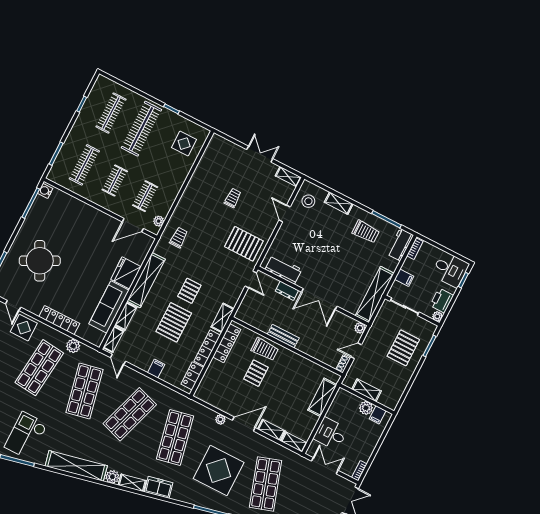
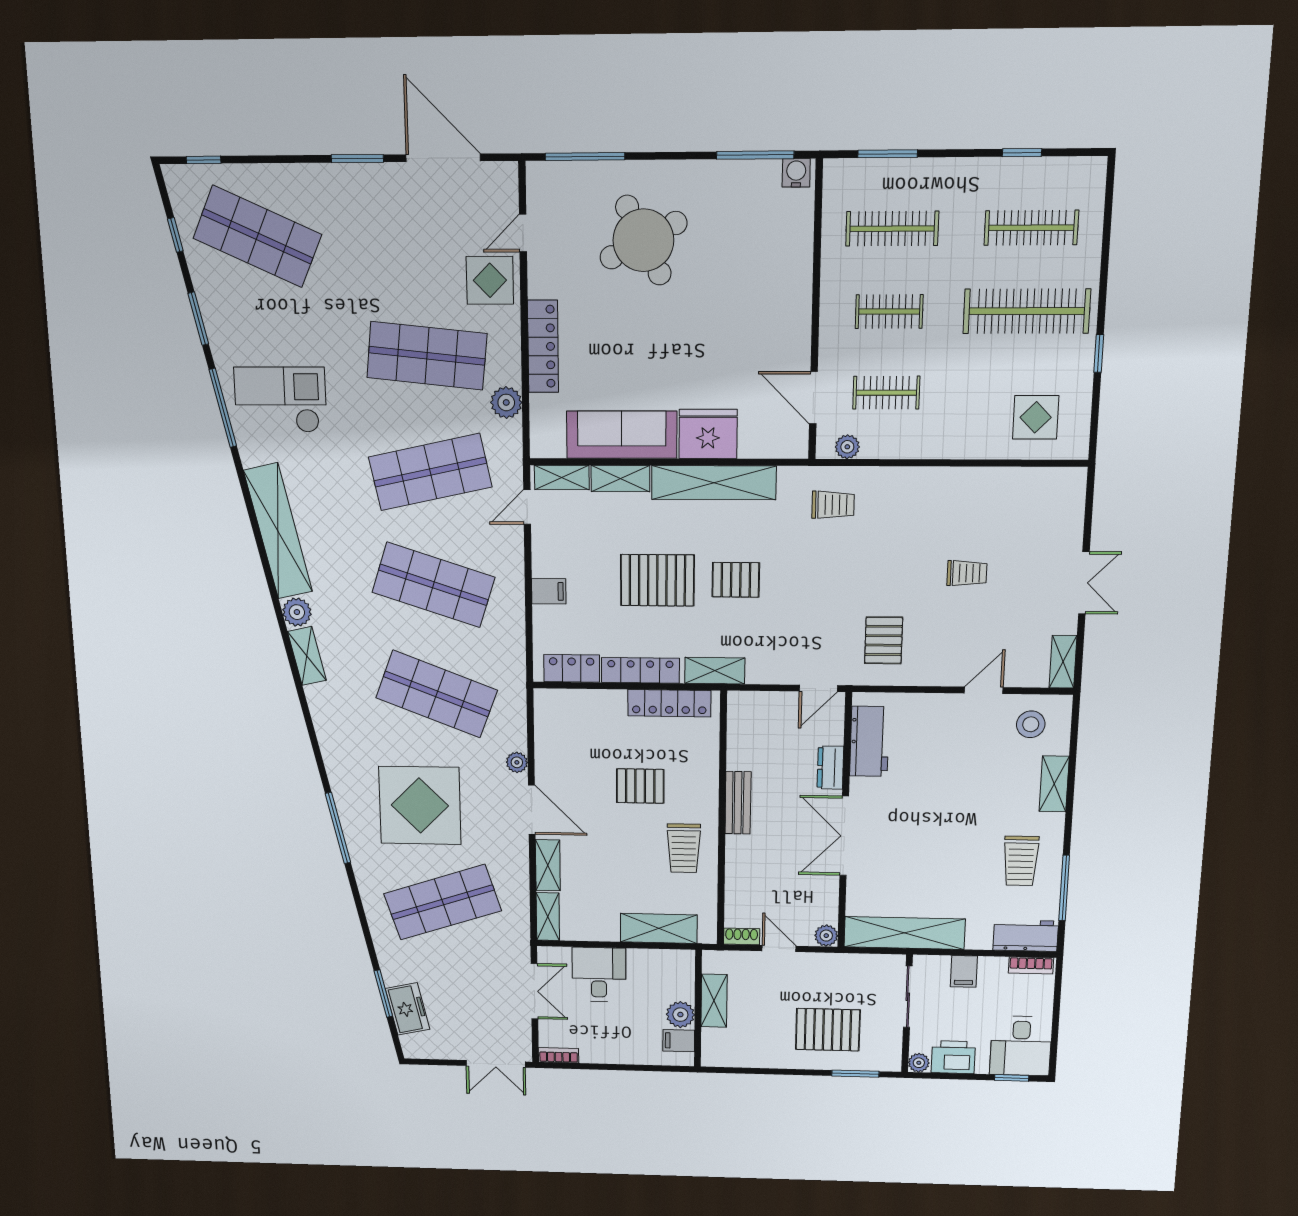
pallet: (244, 244) -> (884, 640), width x0.67, depth x0.71
trolley: (265, 349) -> (684, 848), moved
shop shelf: (175, 437) -> (437, 694), turned 33
freezer: (159, 487) -> (327, 710), removed

